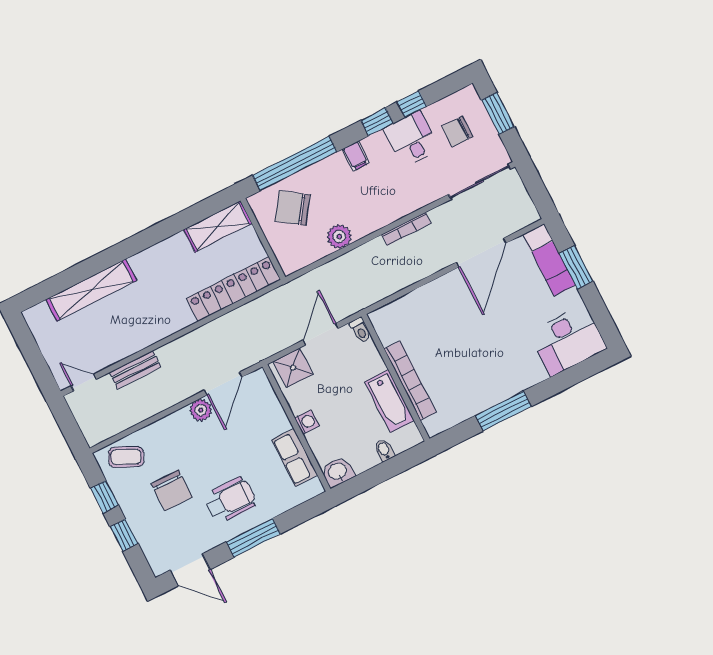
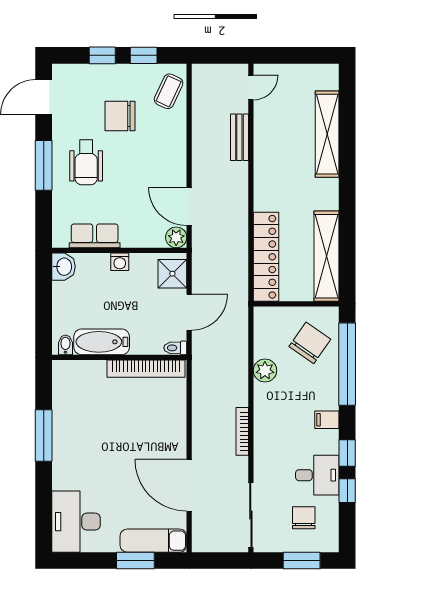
shelving: (218, 226) -> (327, 256), width x1.47
door: (321, 334) -> (189, 312), hinge flipped
bookcase: (410, 381) -> (146, 369), moved
plant: (201, 410) -> (176, 237), moved
bidet: (384, 450) -> (65, 345), moved, turned -90

